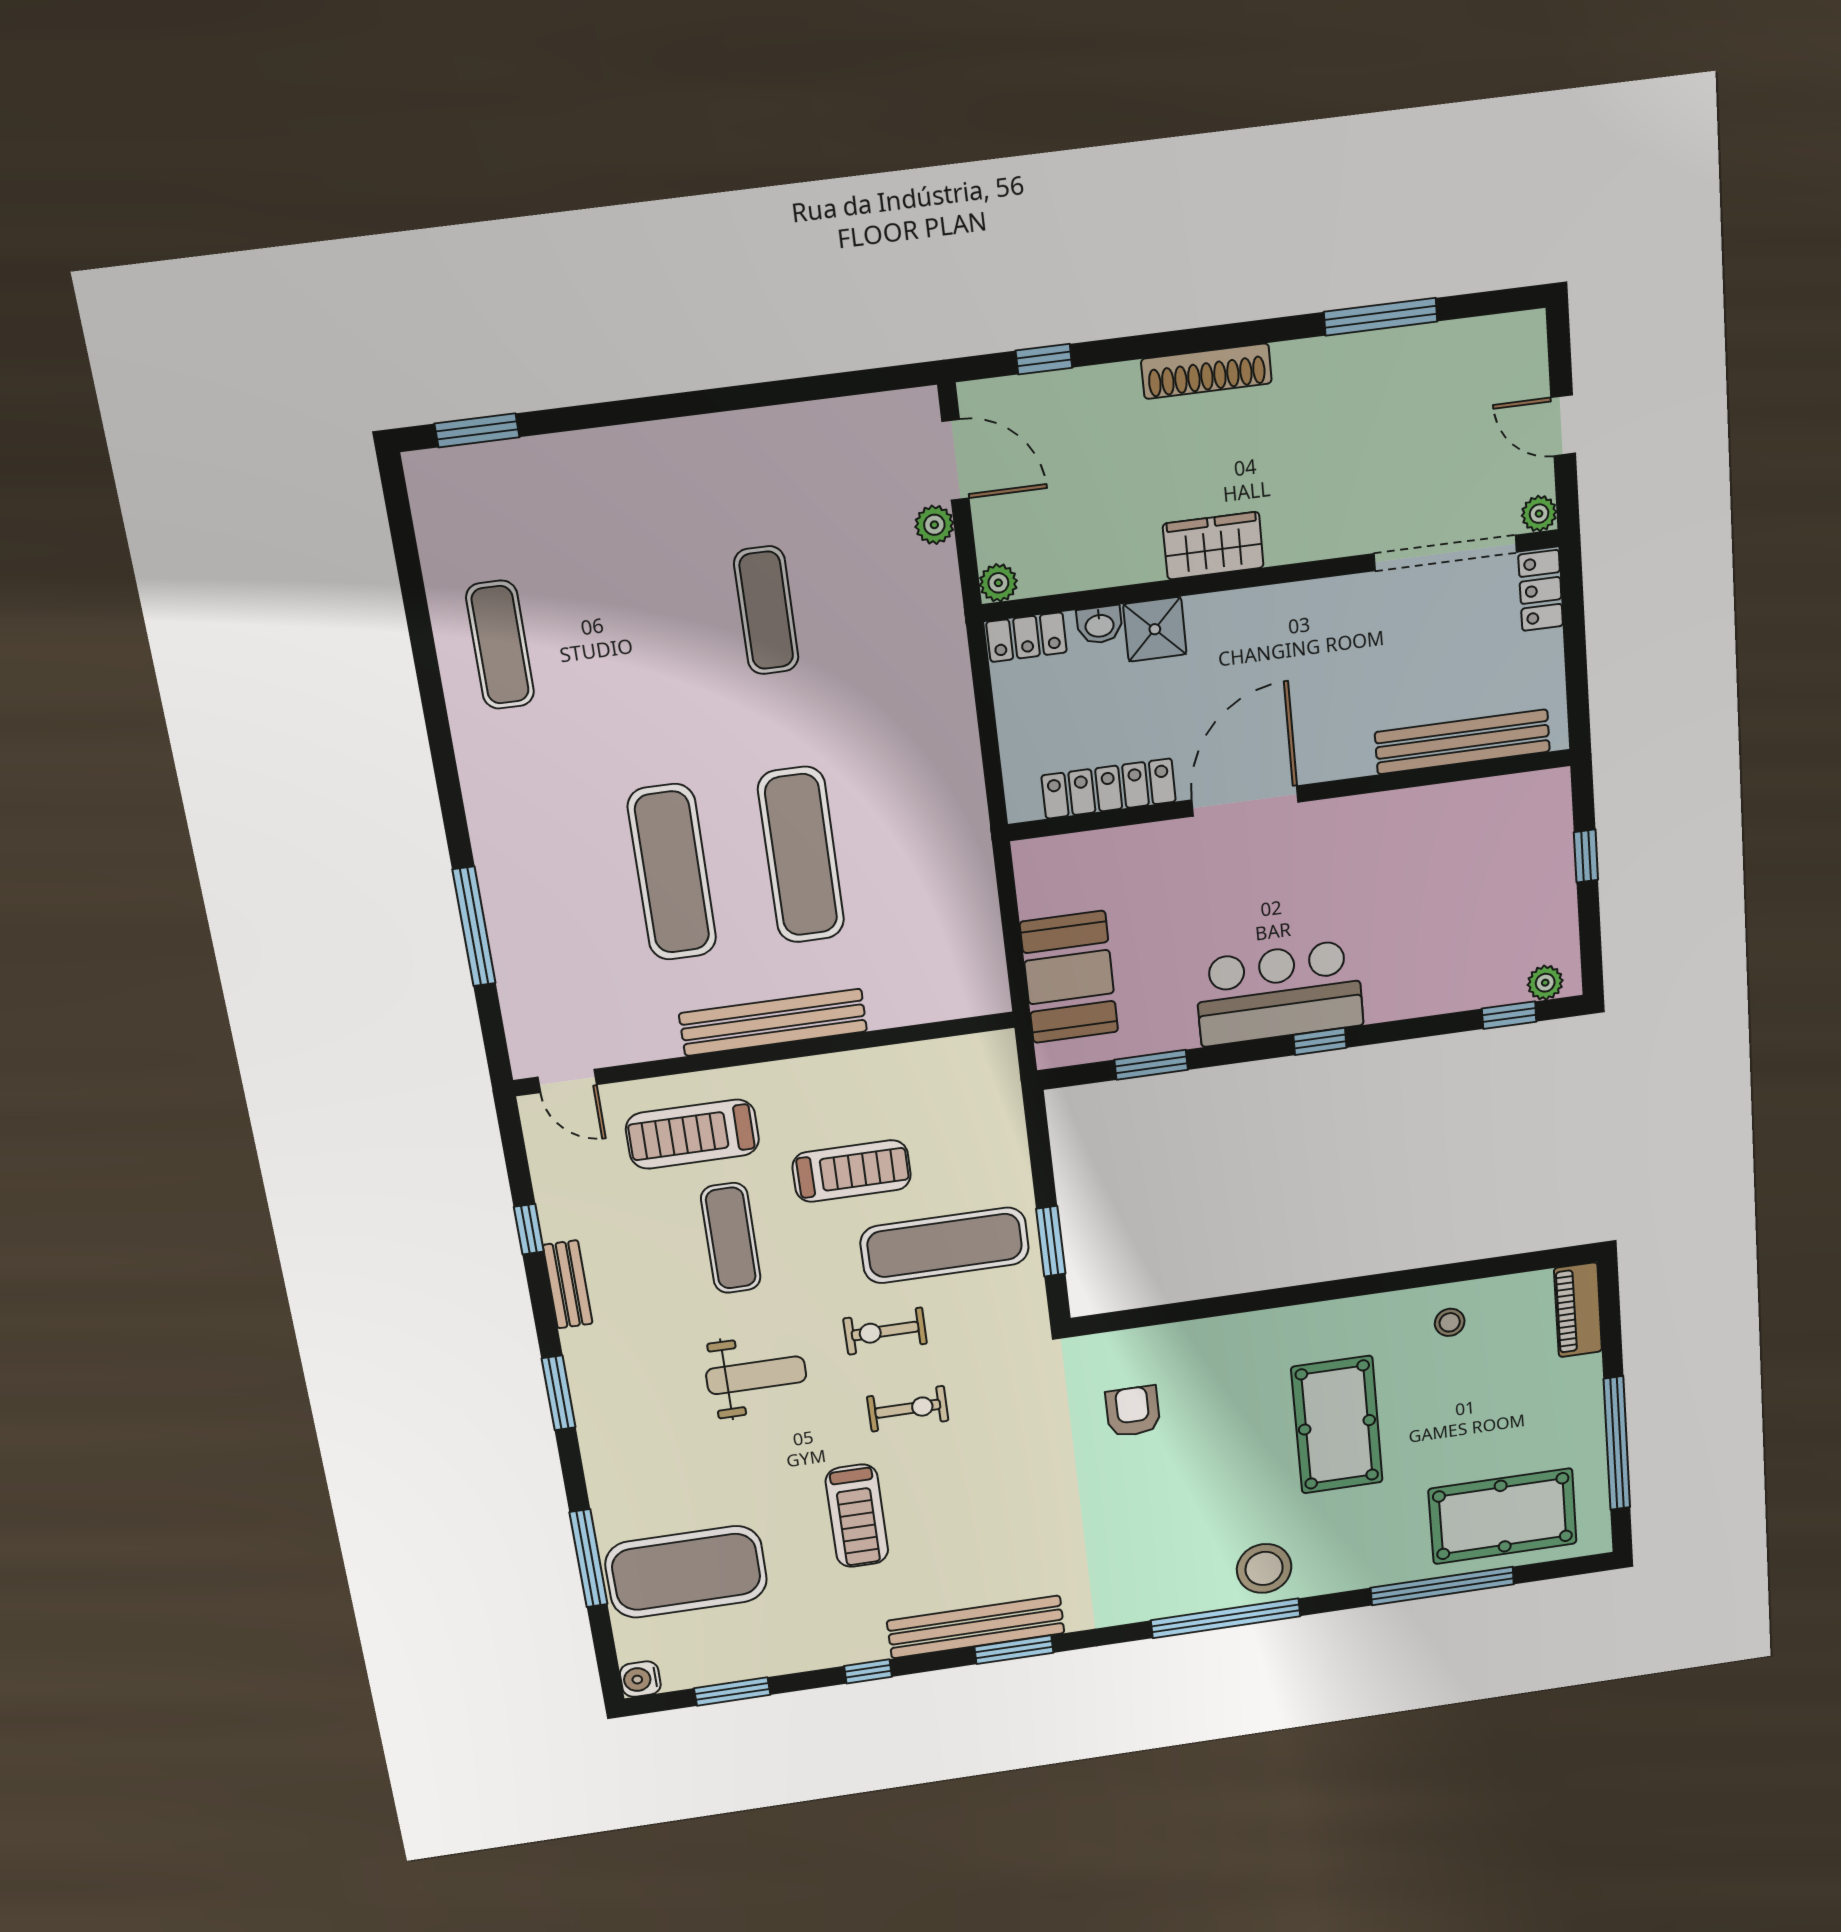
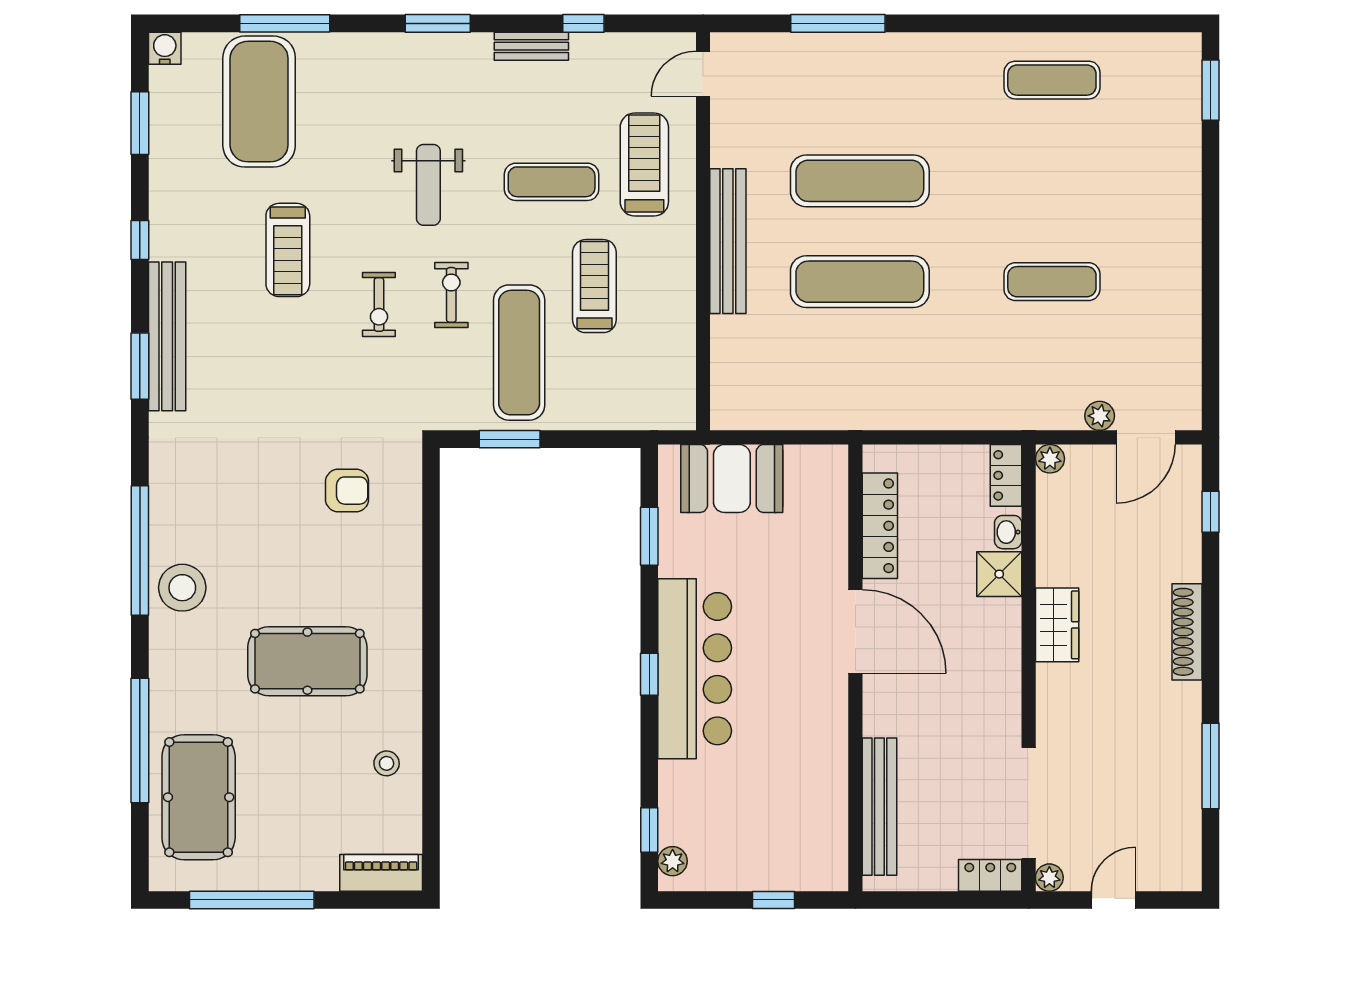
bar counter: (1279, 993) -> (695, 669), width x1.36
treadmill: (852, 1171) -> (594, 286), turned 180
treadmill: (857, 1516) -> (288, 250), turned -90

